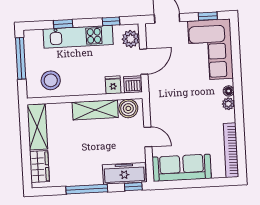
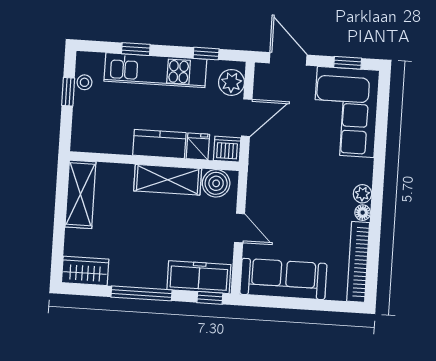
window: (21, 58) -> (68, 92), width x0.46
stool: (51, 80) -> (84, 82), moved, width x0.53, depth x0.53
kitchen counter: (87, 86) -> (159, 144), added
floor lamp: (229, 91) -> (363, 213), moved
wardrobe: (39, 166) -> (85, 271), moved, turned -90

